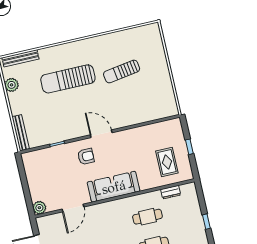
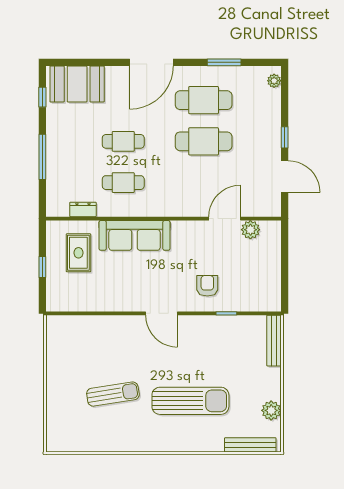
armchair: (86, 156) -> (207, 286), moved, turned 90
sofa: (114, 187) -> (135, 235), moved
plant: (39, 208) -> (250, 230), moved
window: (206, 222) -> (42, 157), width x2.17

